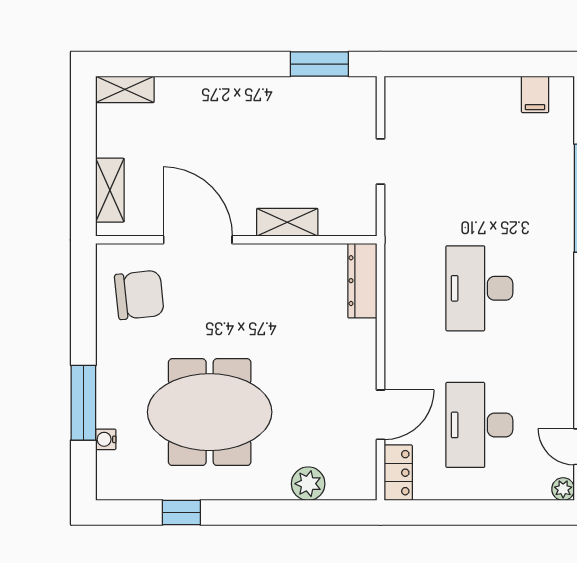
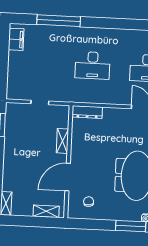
filing cabinet: (535, 94) -> (16, 39), width x2.00
chair: (139, 295) -> (89, 202), width x0.54, depth x0.54

